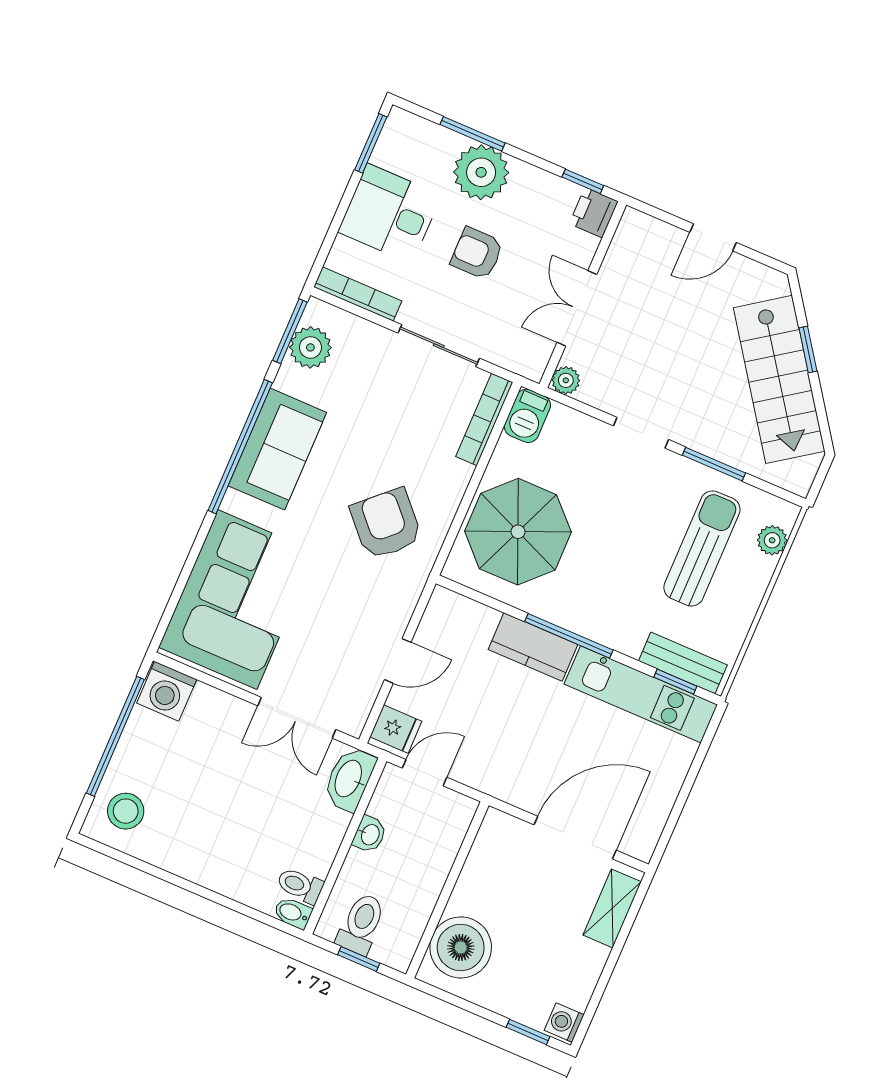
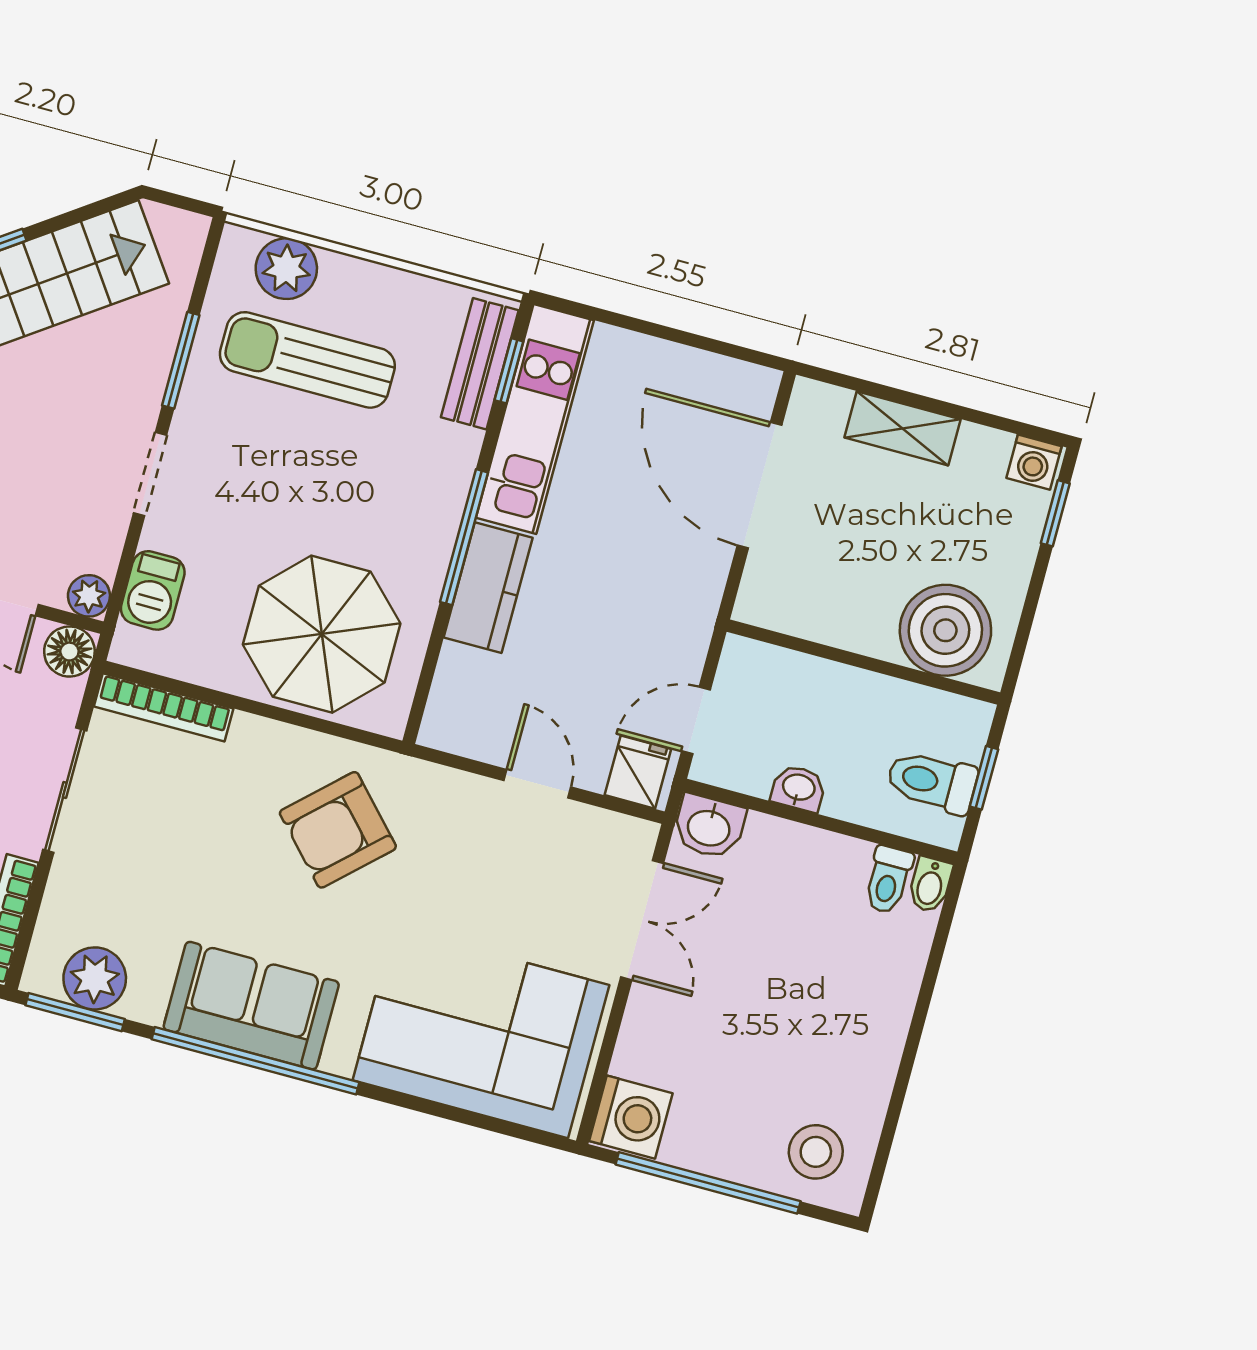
floor lamp: (531, 362) -> (69, 652), added
barbecue: (527, 416) -> (153, 590), moved, turned 90
plant: (772, 540) -> (286, 269), width x1.38, depth x1.38
door: (425, 773) -> (696, 720), hinge flipped
washbasin: (349, 779) -> (709, 827), width x0.72
shelving: (612, 908) -> (903, 428), moved

